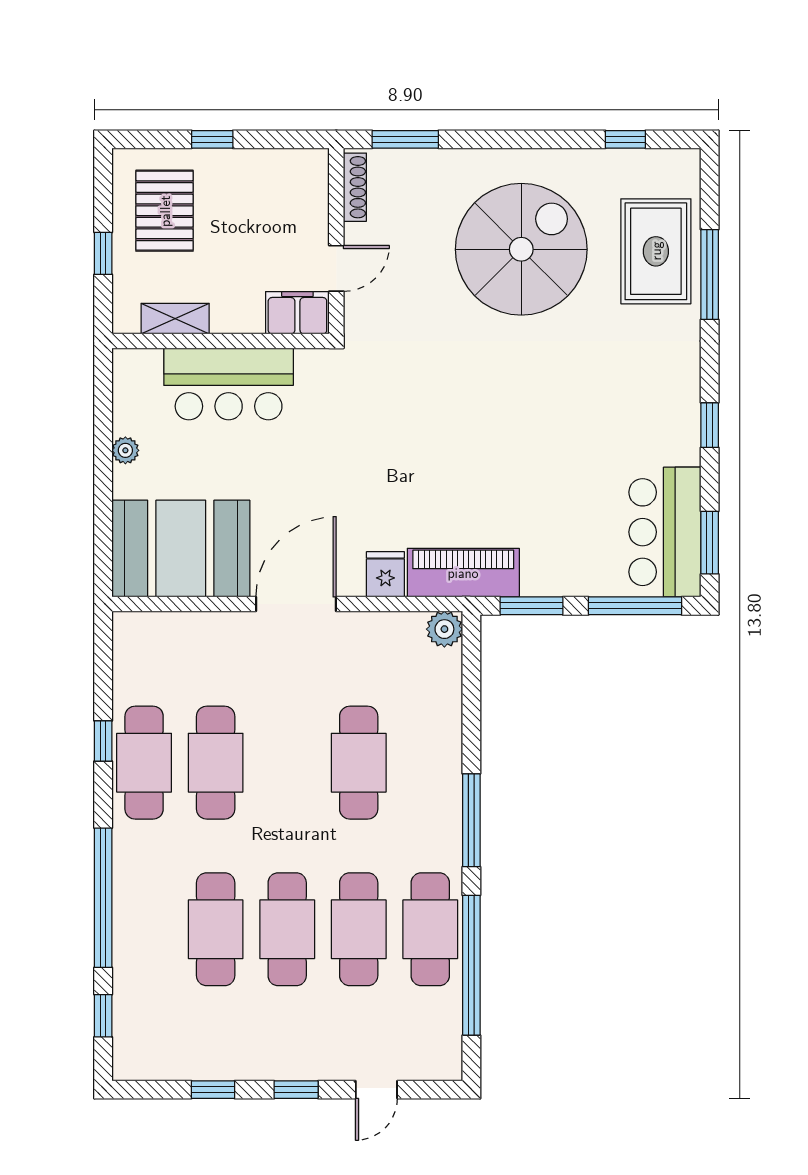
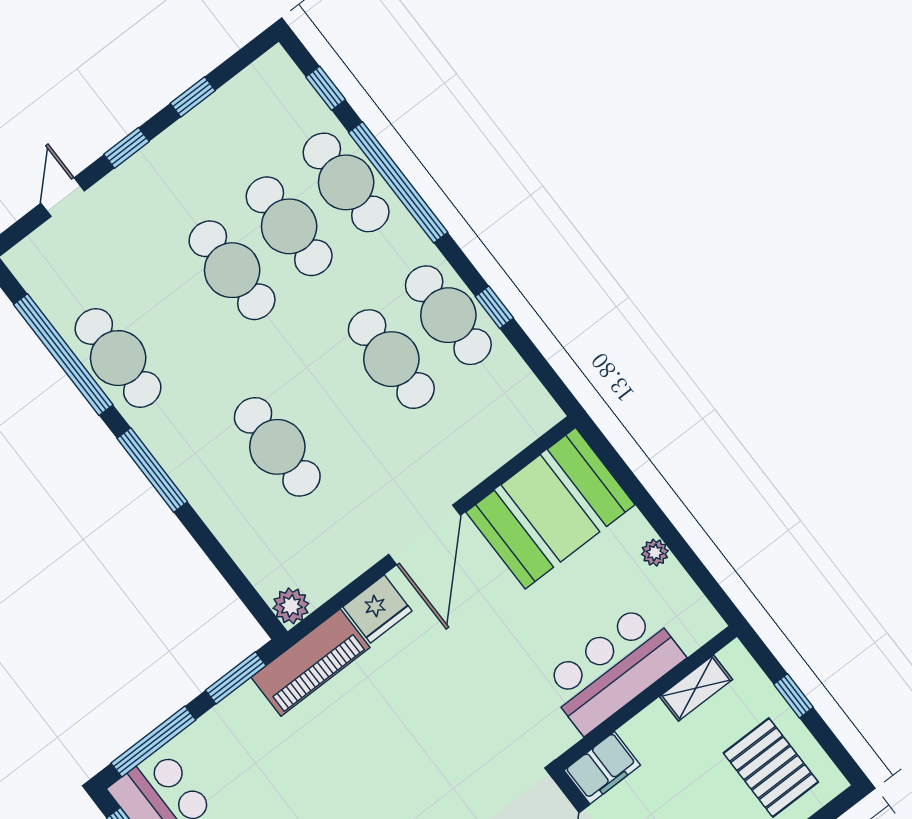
fridge: (385, 574) -> (377, 609), width x1.38
cafe table: (359, 929) -> (346, 182), moved

